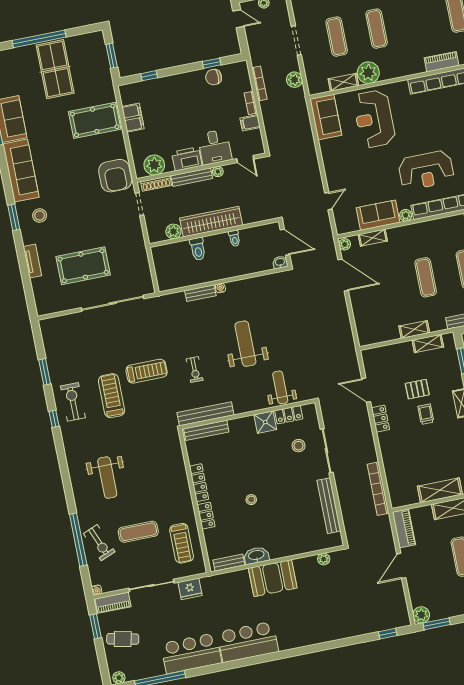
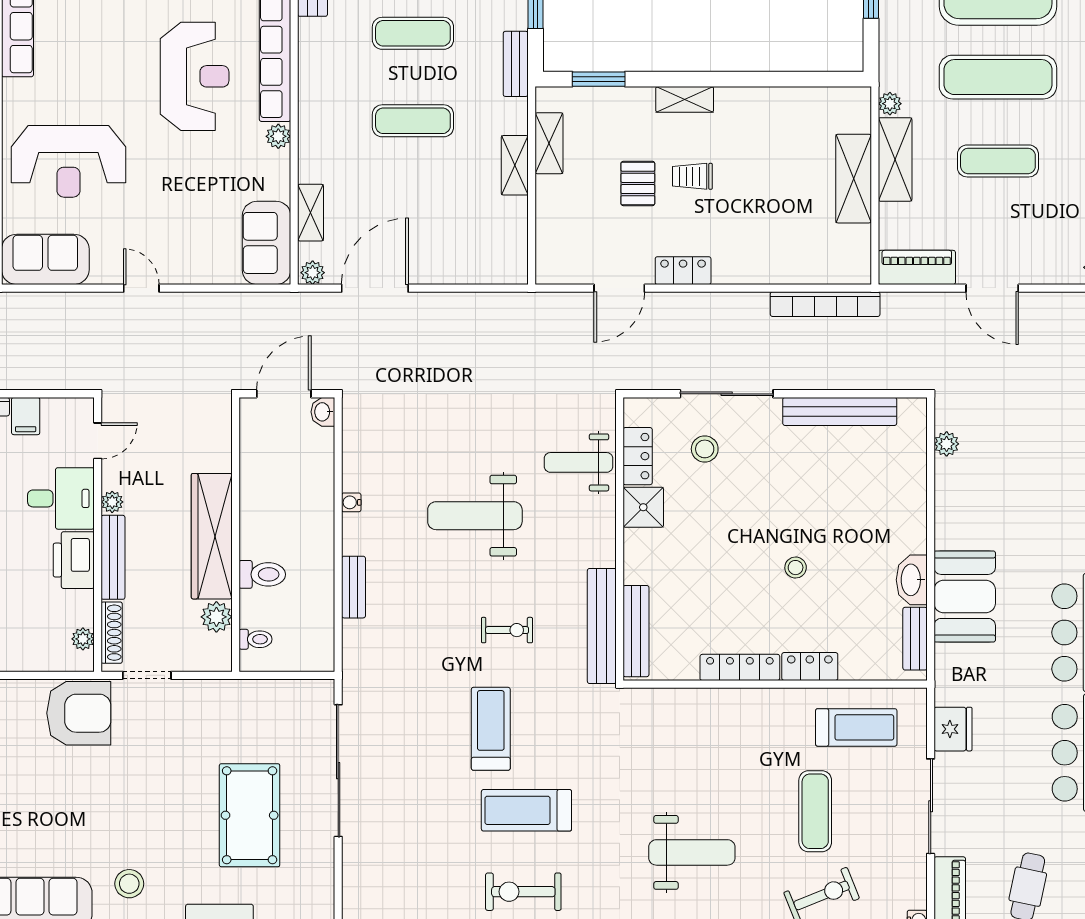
plant: (154, 165) -> (83, 639), width x0.53, depth x0.53
door: (328, 201) -> (141, 288), moved
sofa: (378, 215) -> (267, 243), moved
toilet: (234, 238) -> (255, 639), moved
water cooler: (220, 288) -> (351, 502), moved
booth: (273, 578) -> (965, 596), moved

